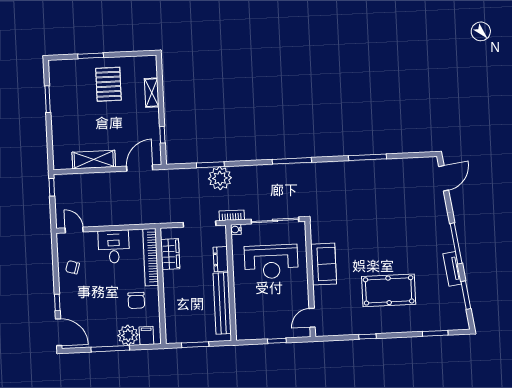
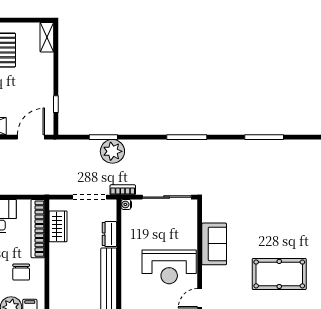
shelving: (152, 93) -> (47, 37), moved
reception desk: (271, 262) -> (169, 267), moved

